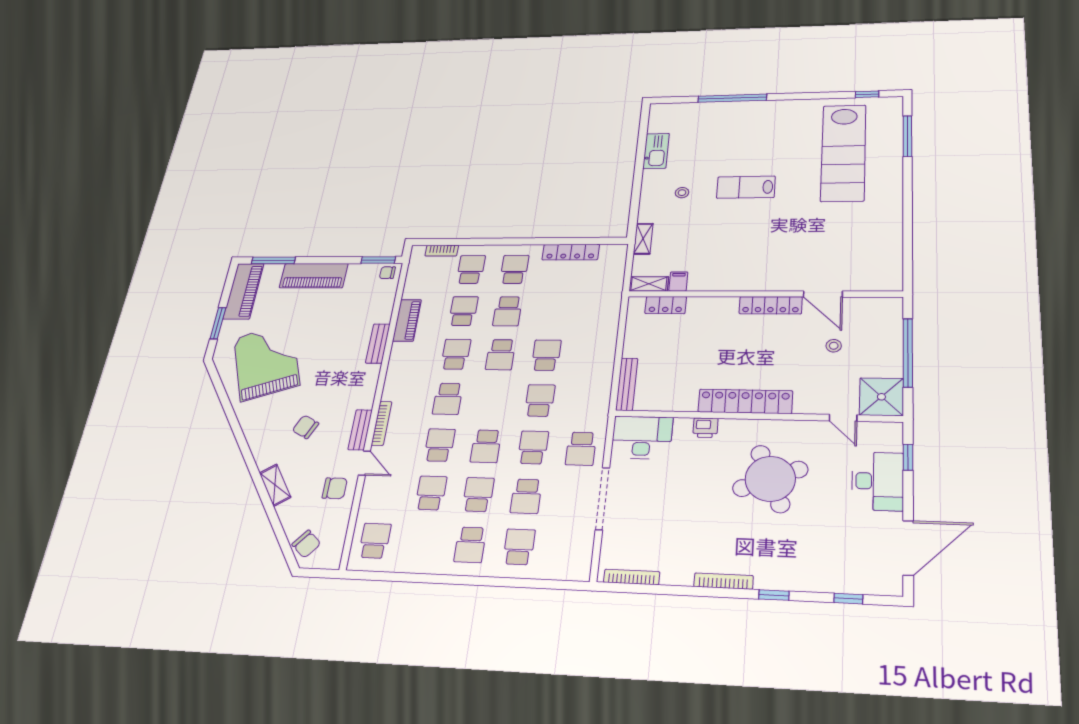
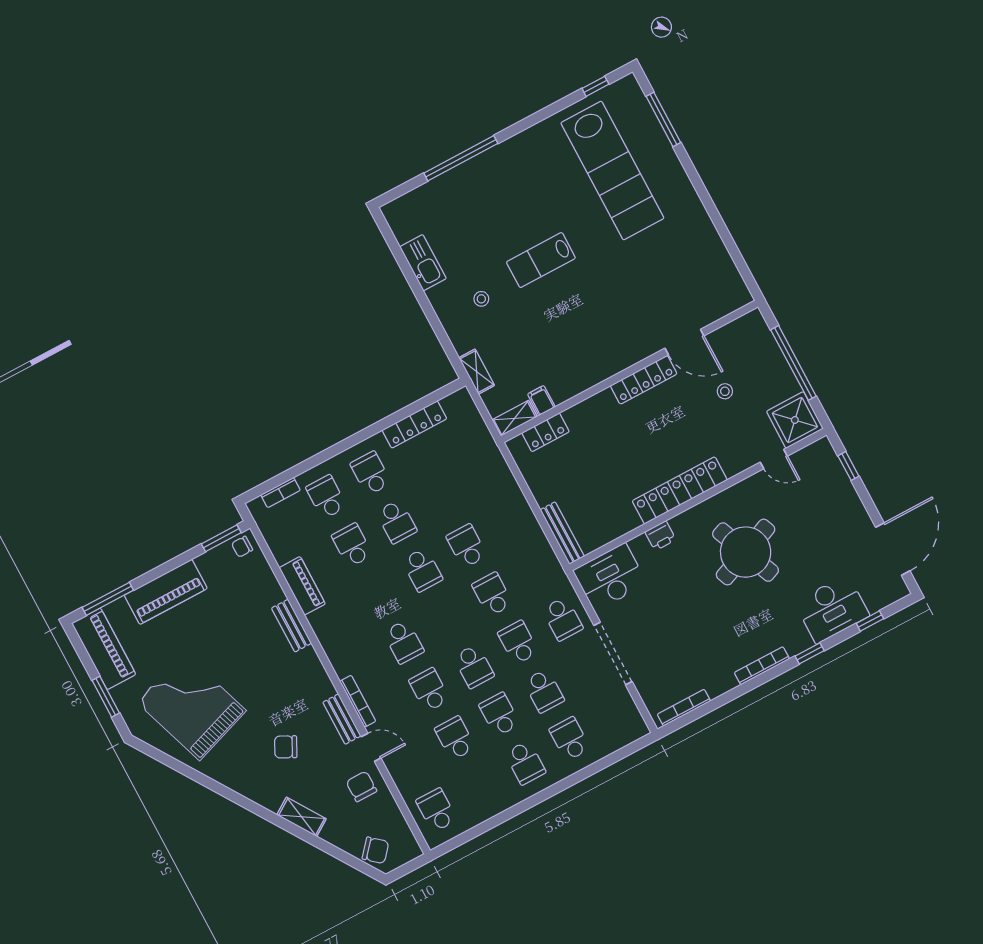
school desk: (456, 354) -> (378, 593), removed
desk: (878, 481) -> (832, 609), moved, turned 90
chair: (335, 488) -> (361, 786), turned -90

